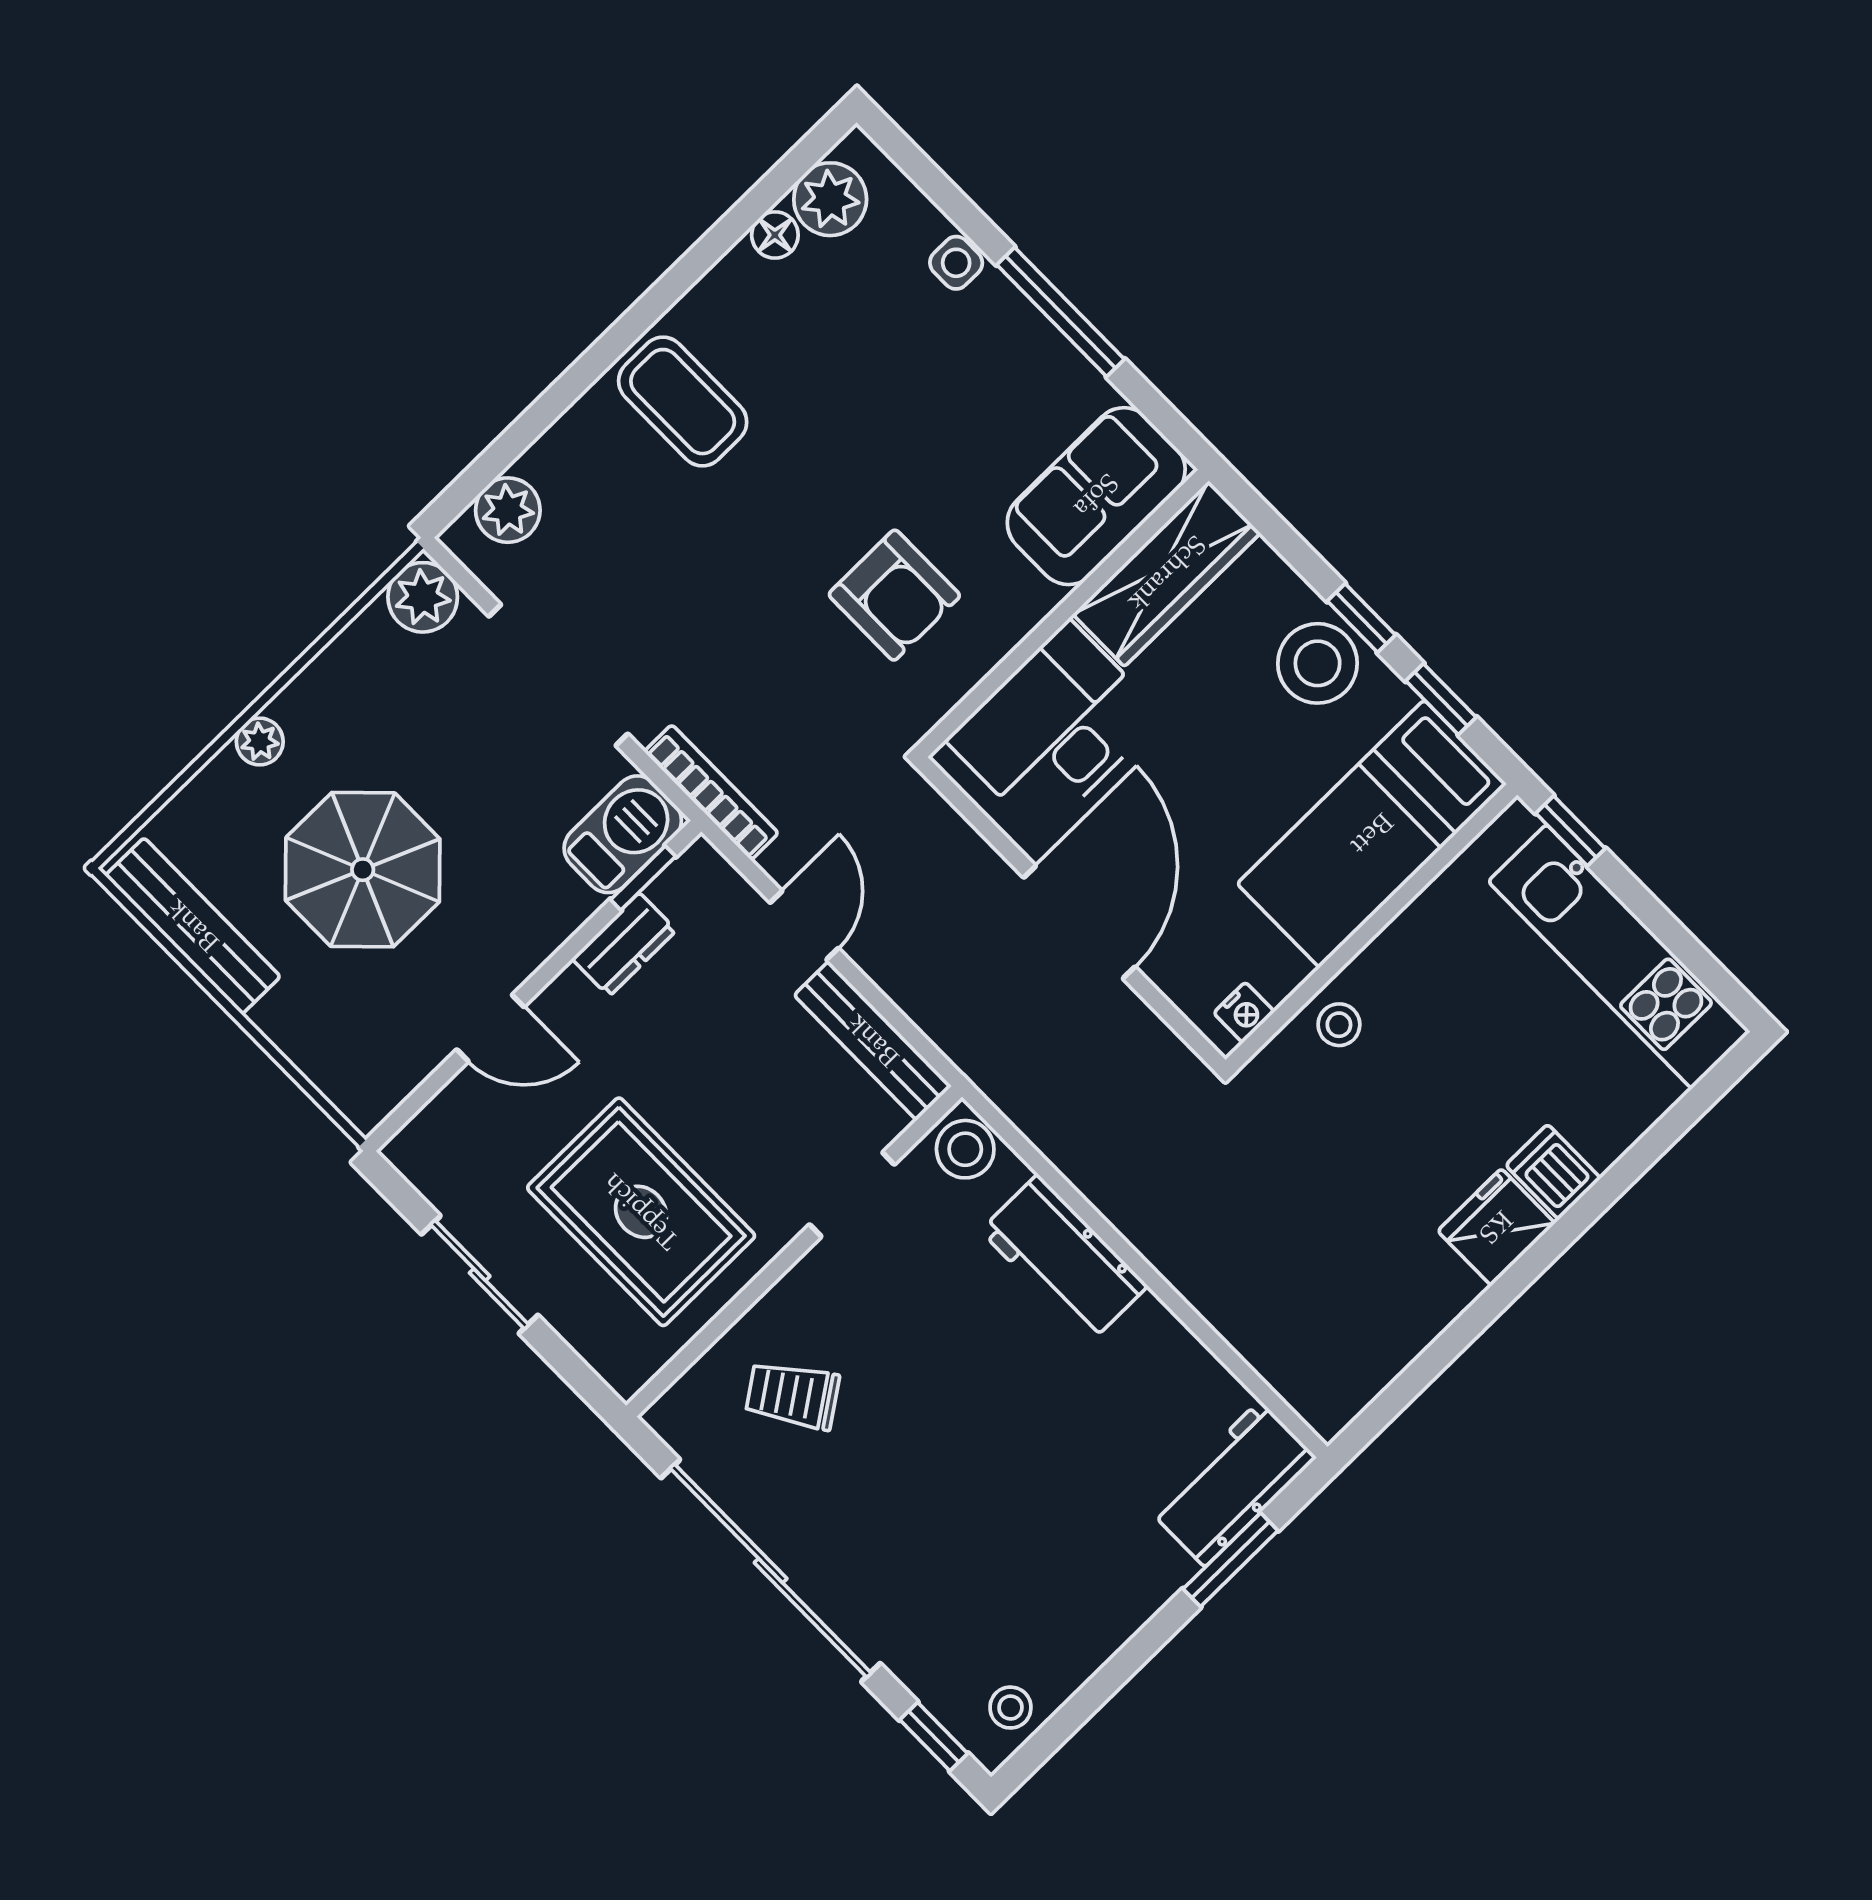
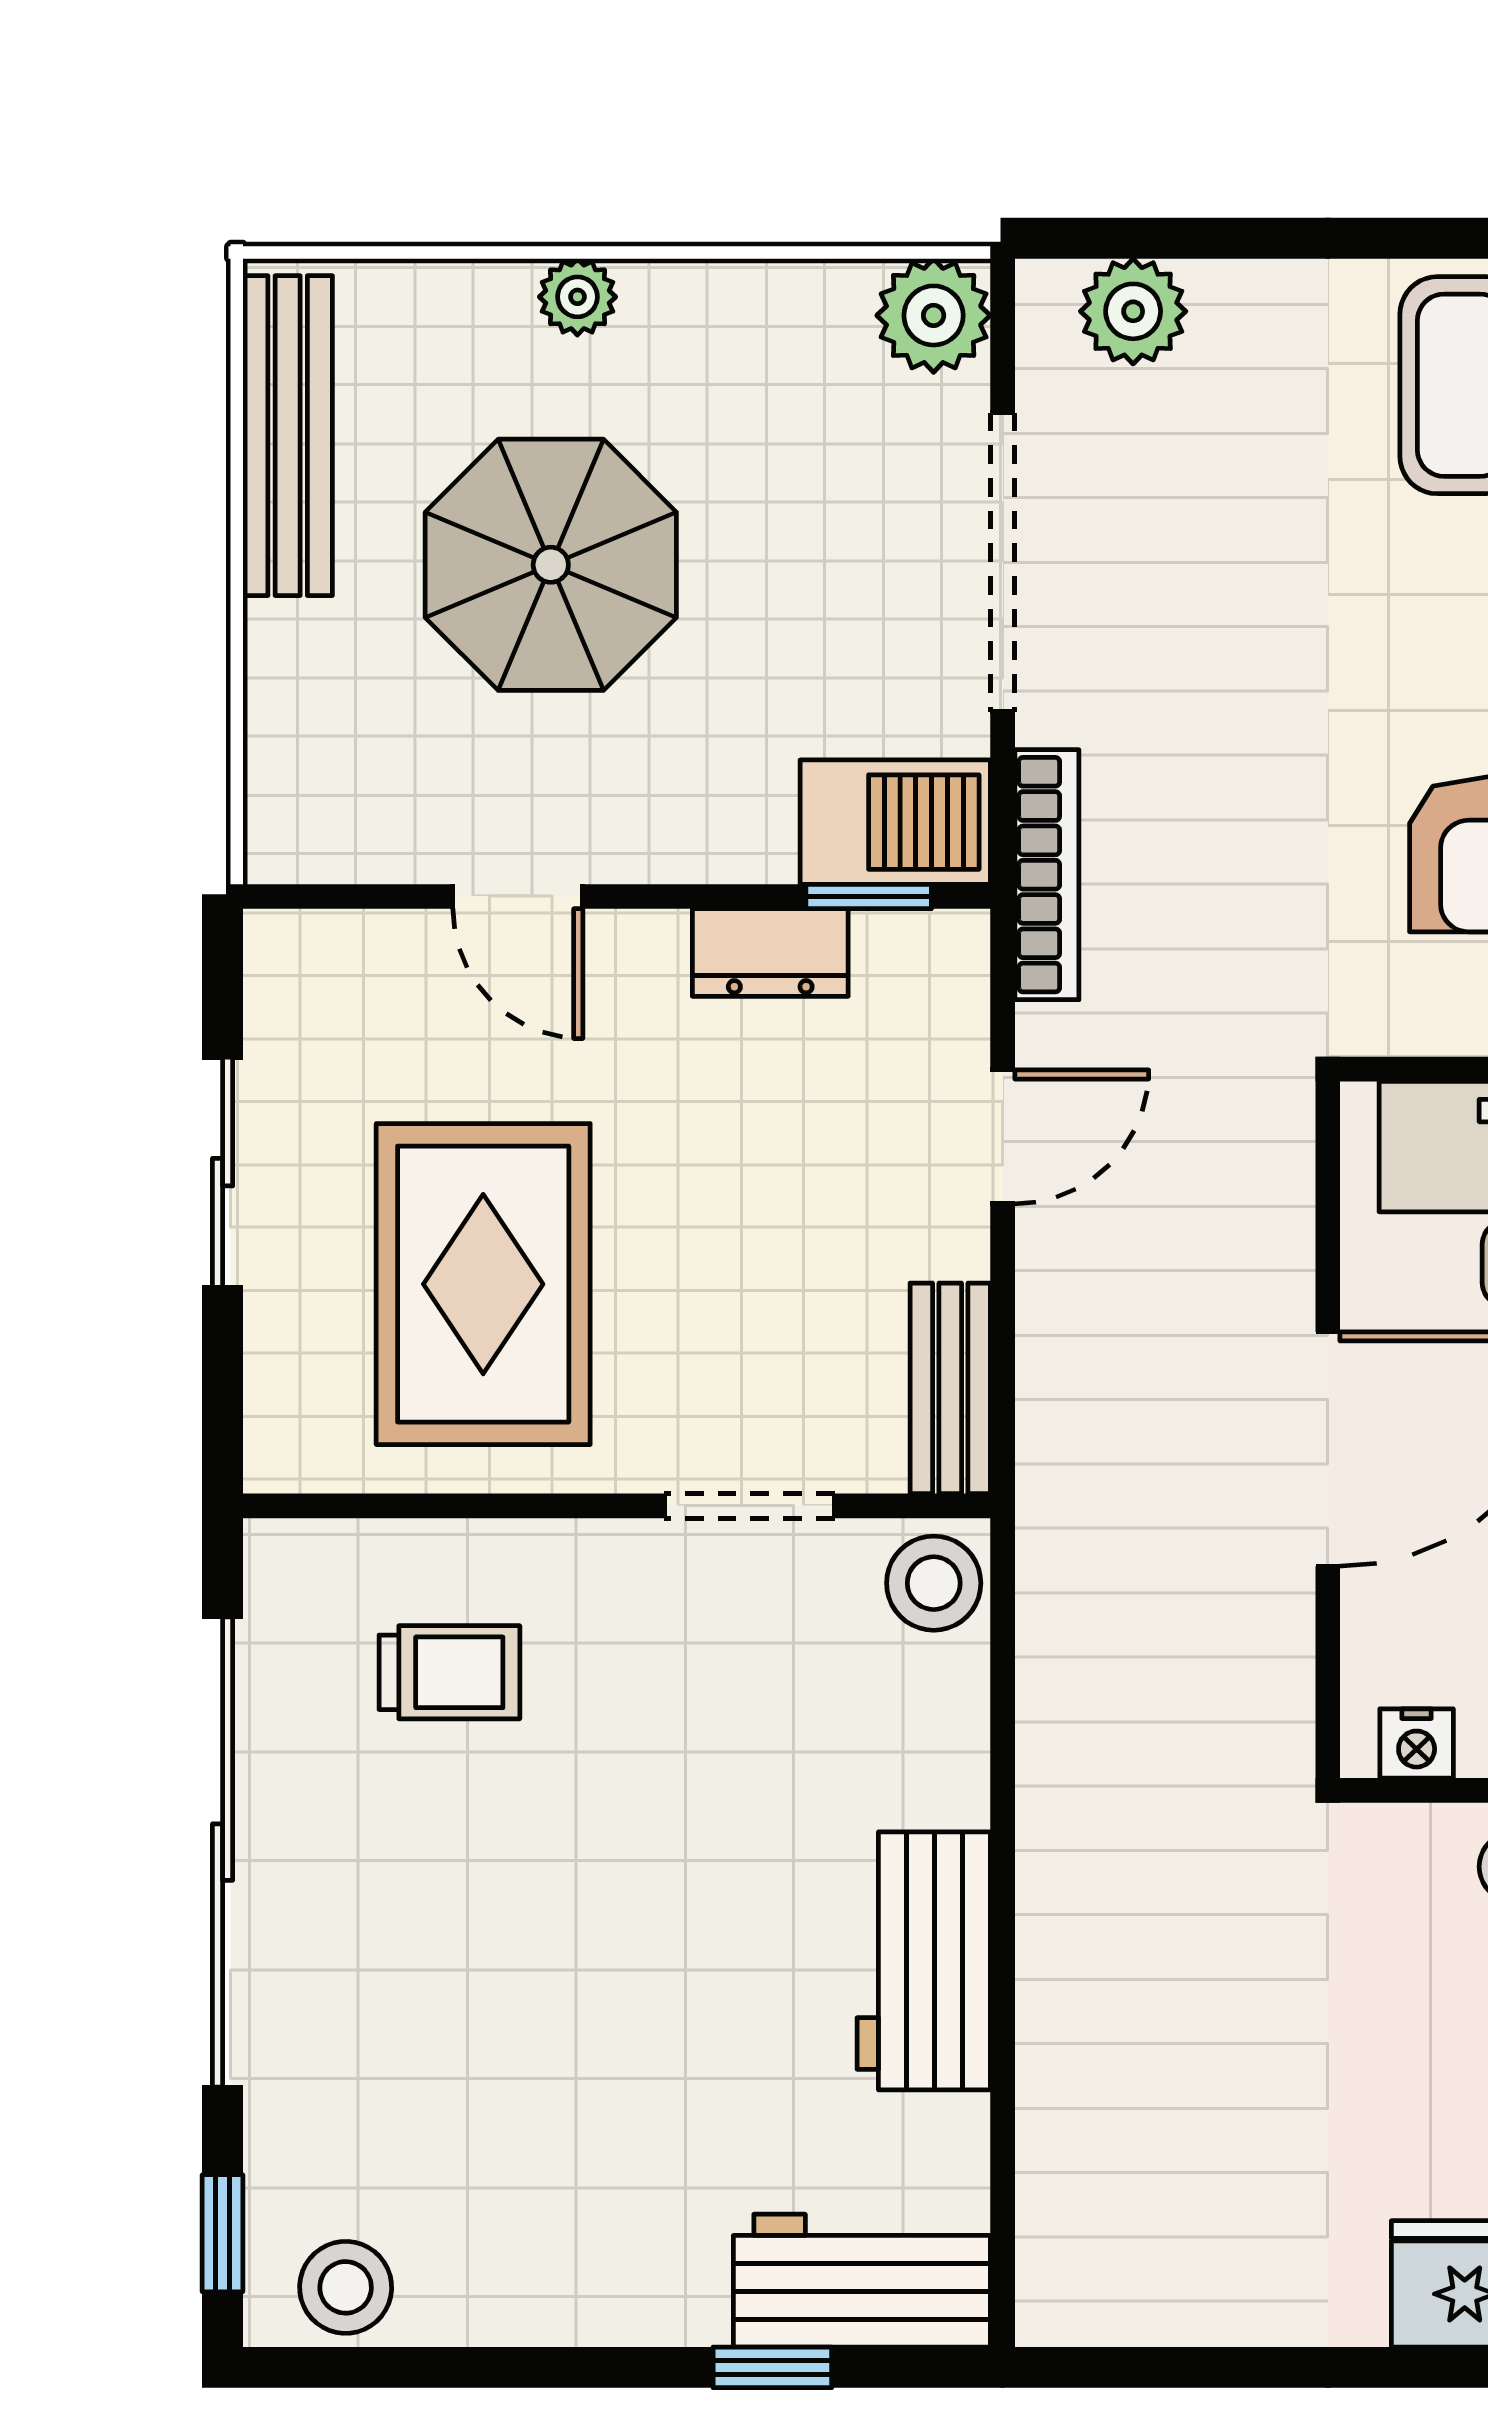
bench: (873, 1041) -> (950, 1388), width x0.73
workbench: (1064, 1258) -> (924, 1961), moved
trolley: (792, 1395) -> (449, 1672), turned 125
window: (1231, 1560) -> (772, 2367), width x0.67
stool: (1010, 1708) -> (346, 2287), width x1.37, depth x1.37

